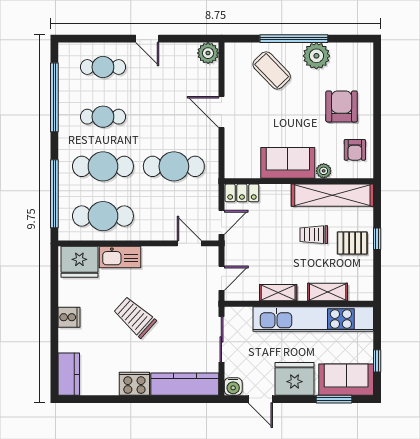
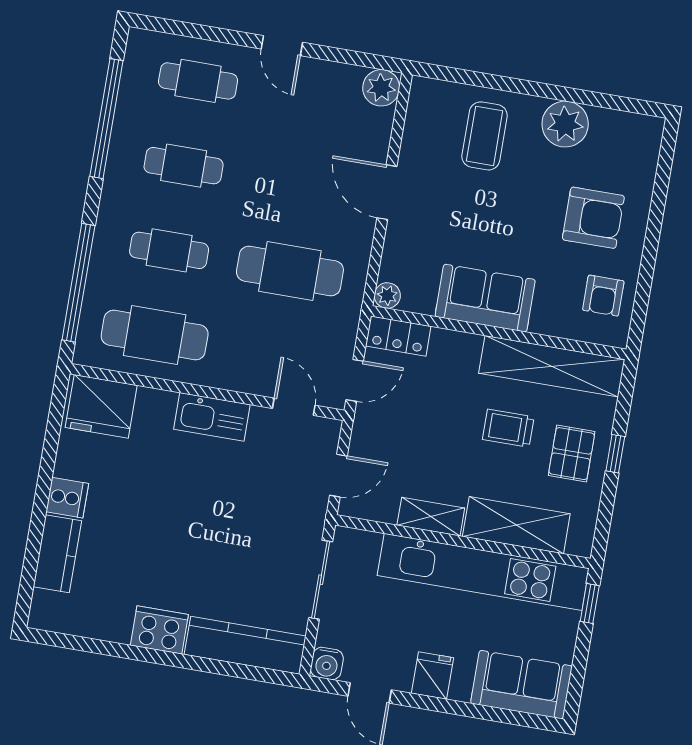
window: (294, 39) -> (532, 88), removed
coffee table: (272, 70) -> (485, 136), turned 44
armchair: (342, 106) -> (593, 218), turned 90
cafe table: (103, 166) -> (169, 250), width x0.73, depth x0.74
plant: (324, 171) -> (387, 296), moved
pallet: (352, 243) -> (572, 454), turned 90
kitchen sink: (120, 257) -> (212, 417), moved
shelving: (328, 292) -> (516, 525), width x1.50, depth x1.33
trolley: (135, 317) -> (179, 516), removed
window: (377, 361) -> (590, 603), moved
kitchen counter: (69, 374) -> (57, 554), moved
fridge: (295, 379) -> (433, 676), width x0.53, depth x0.75
window: (334, 399) -> (495, 714), removed

